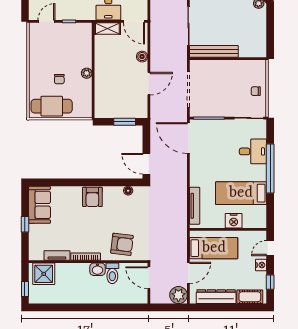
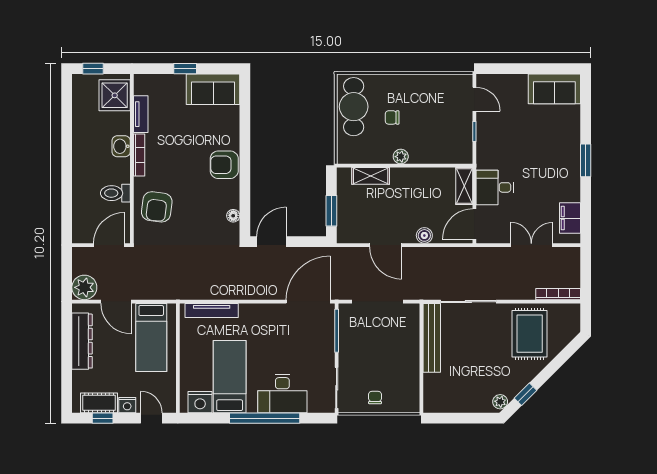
shelving: (100, 94) -> (371, 176), added
desk: (253, 151) -> (282, 394), width x1.37
nightstand: (234, 221) -> (200, 402), moved, turned -90
washbasin: (97, 269) -> (121, 146), moved
cot: (250, 297) -> (99, 403), moved, turned 90

